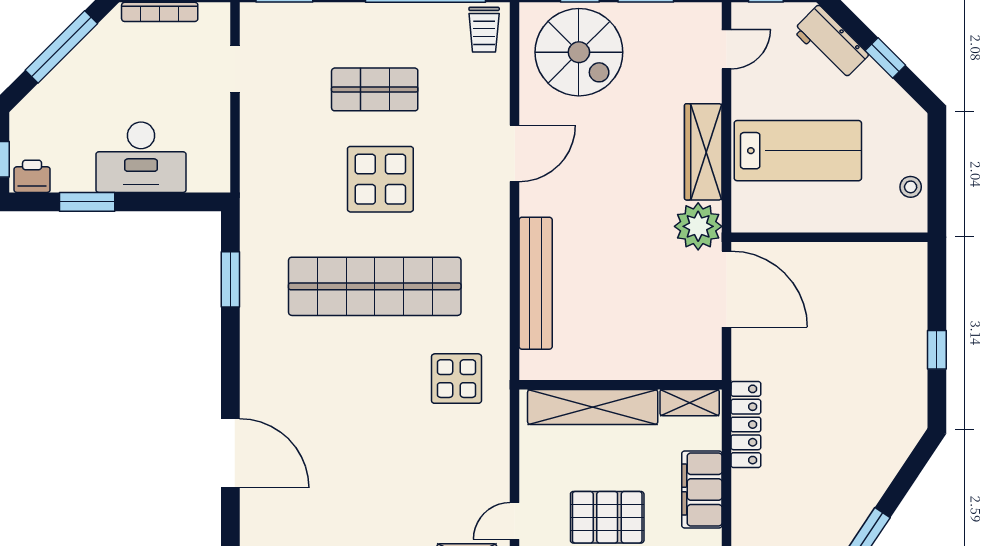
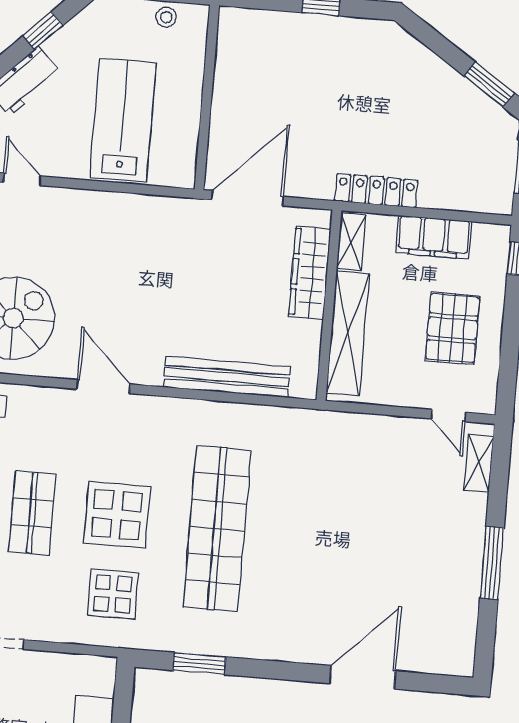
wardrobe: (703, 152) -> (310, 273), moved, turned 90
plant: (698, 226) -> (186, 220), removed
display table: (456, 379) -> (113, 594), moved

